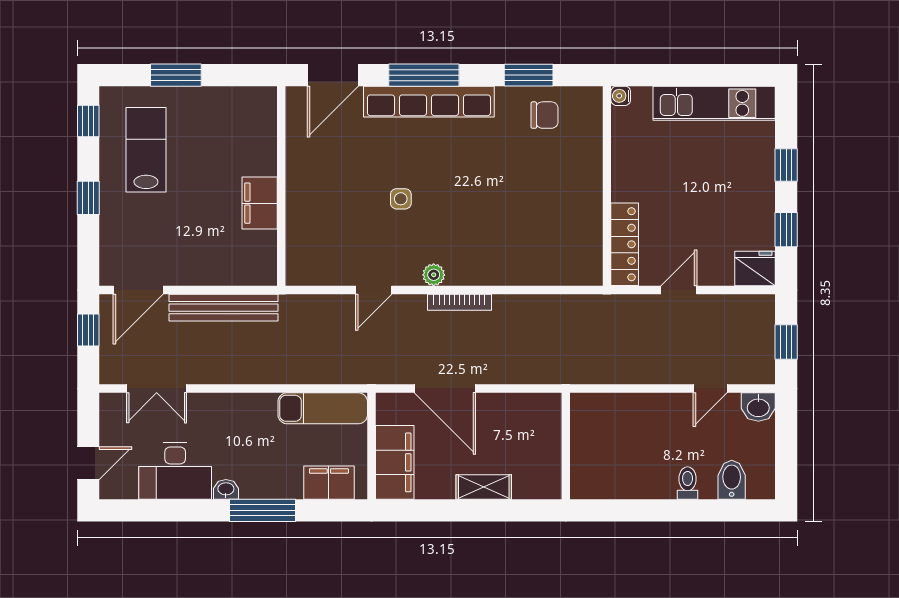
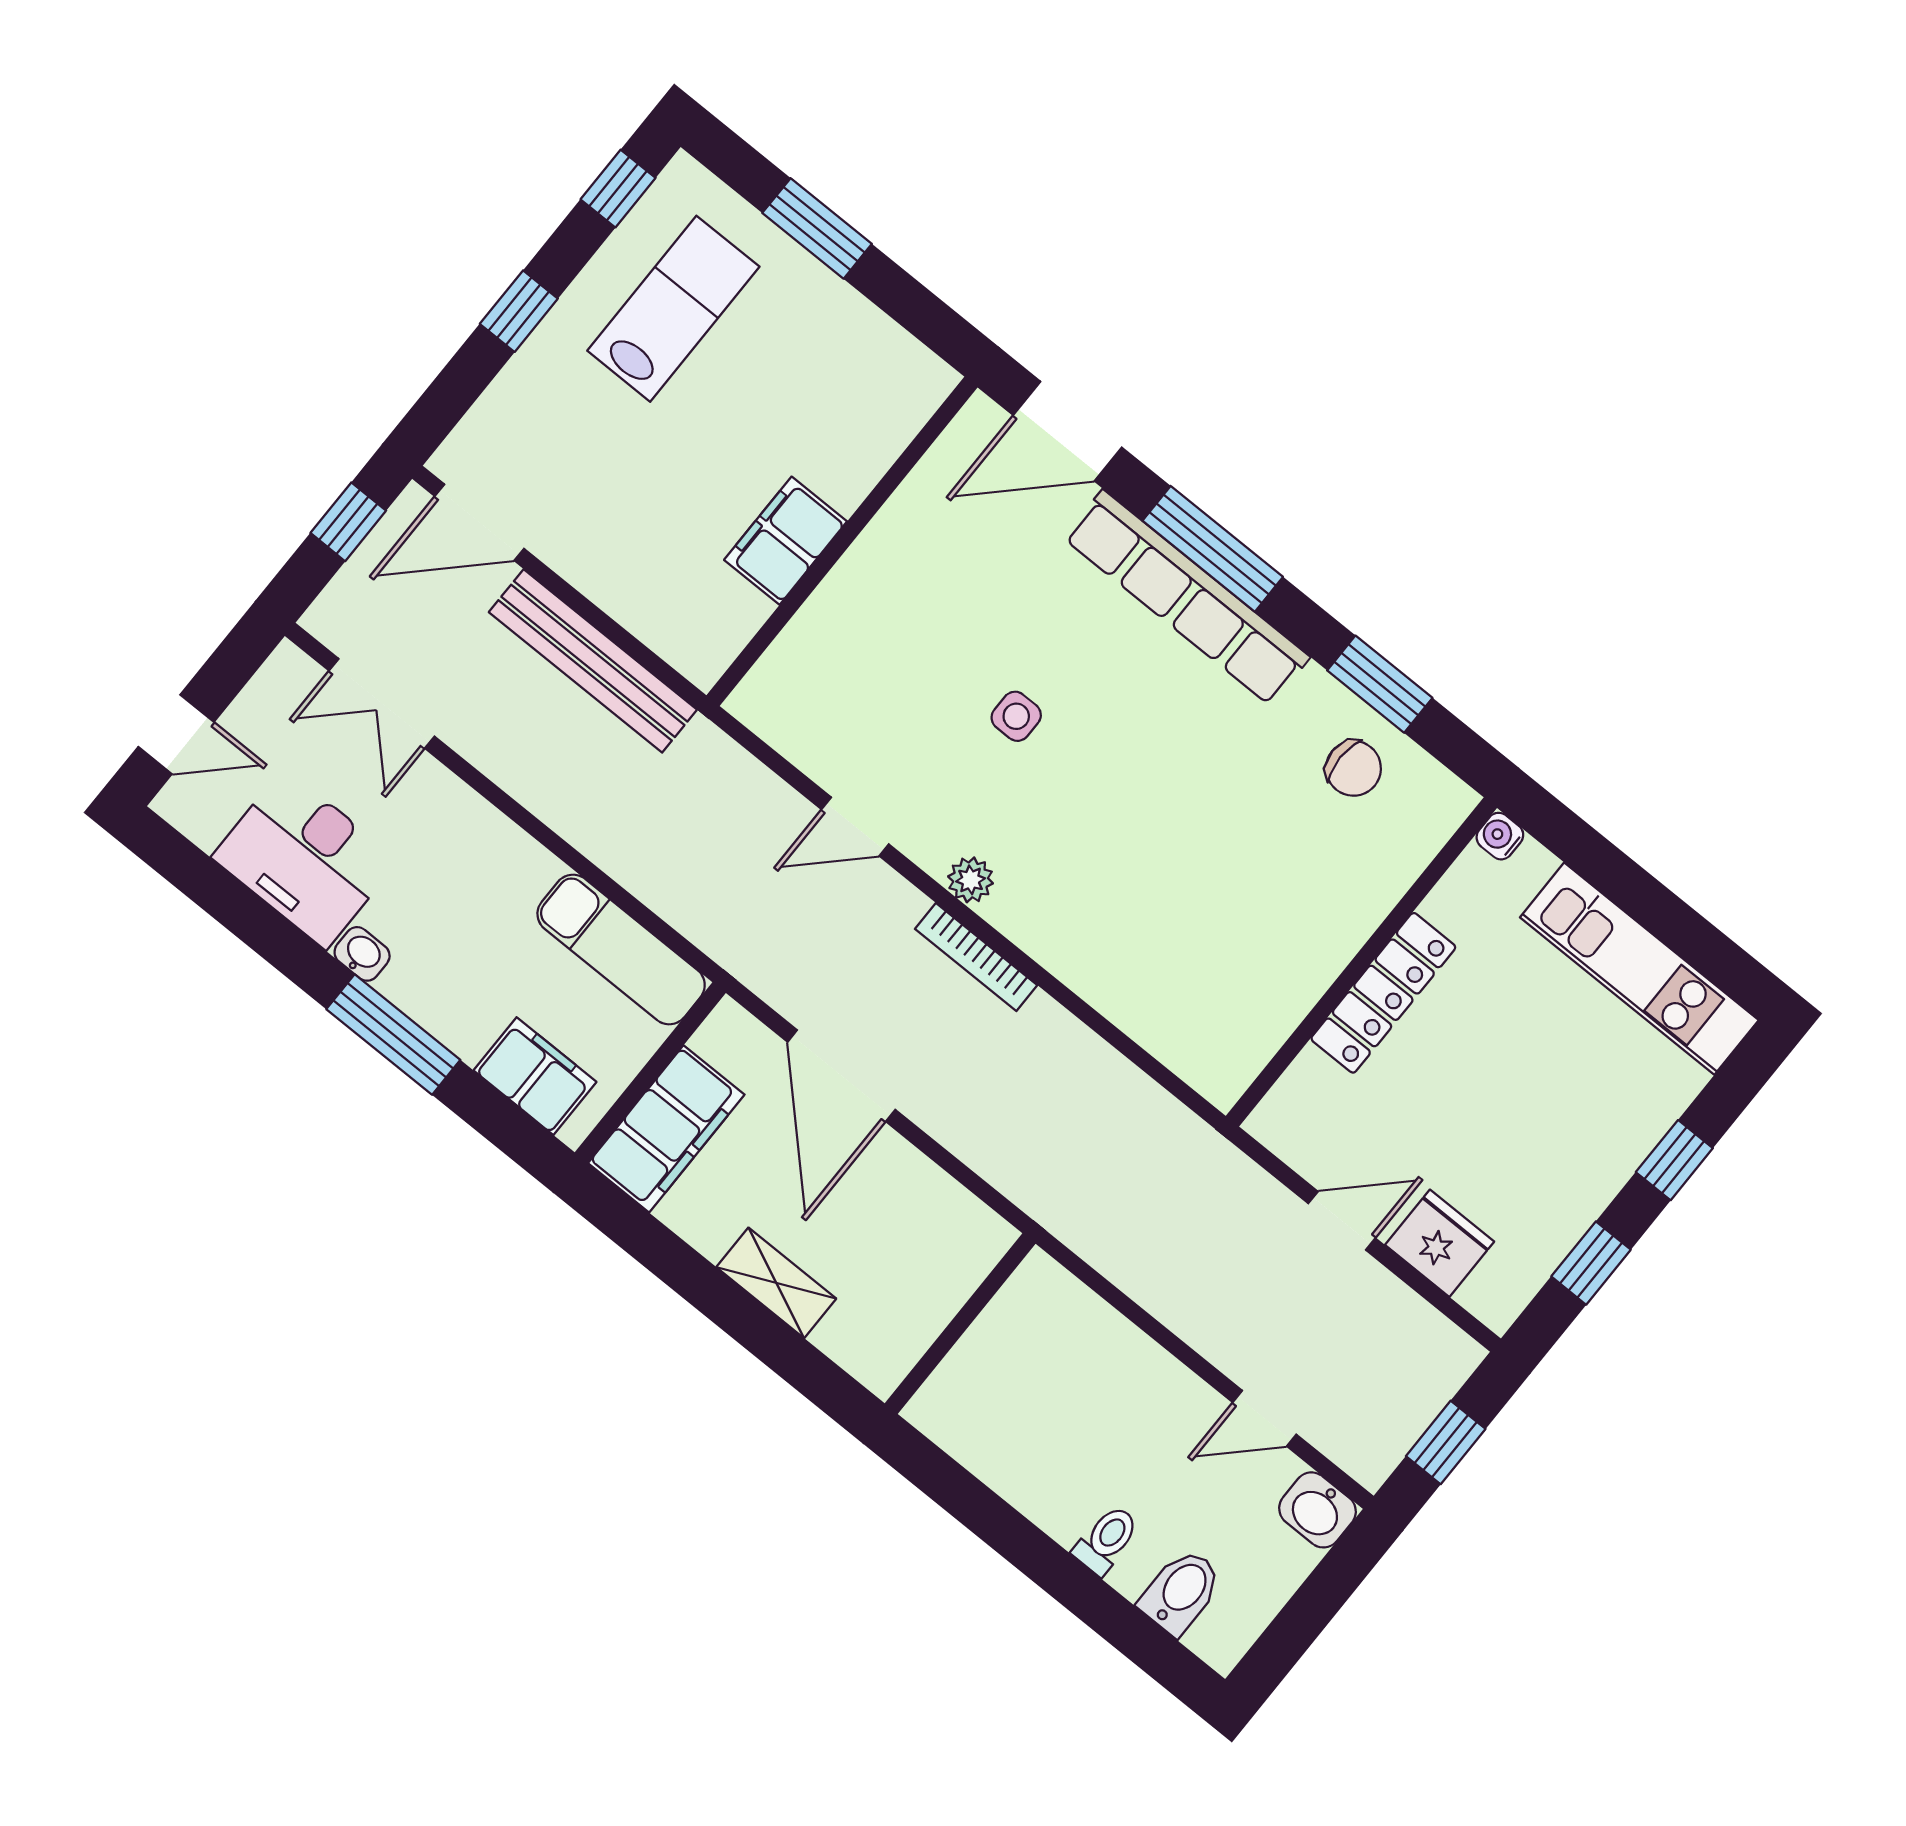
locker: (625, 244) -> (1383, 993), moved
fridge: (755, 269) -> (1440, 1243), moved

